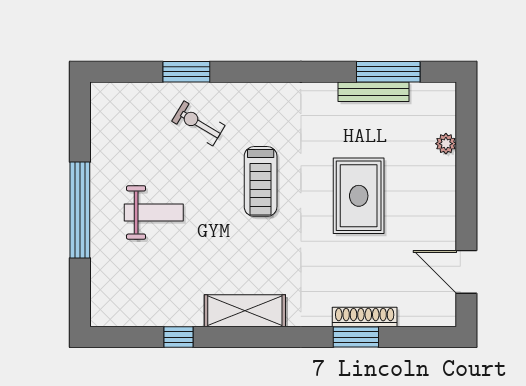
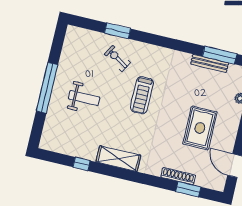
rug: (359, 196) -> (200, 128), moved
window: (356, 337) -> (188, 189), moved

